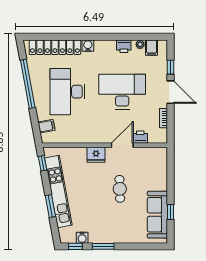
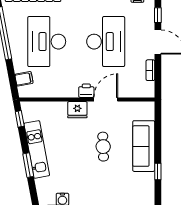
desk: (122, 92) -> (106, 42), turned 90
printer: (140, 137) -> (86, 91), moved
kitchen unit: (58, 192) -> (37, 149), width x0.73
sofa: (157, 215) -> (144, 146), moved

